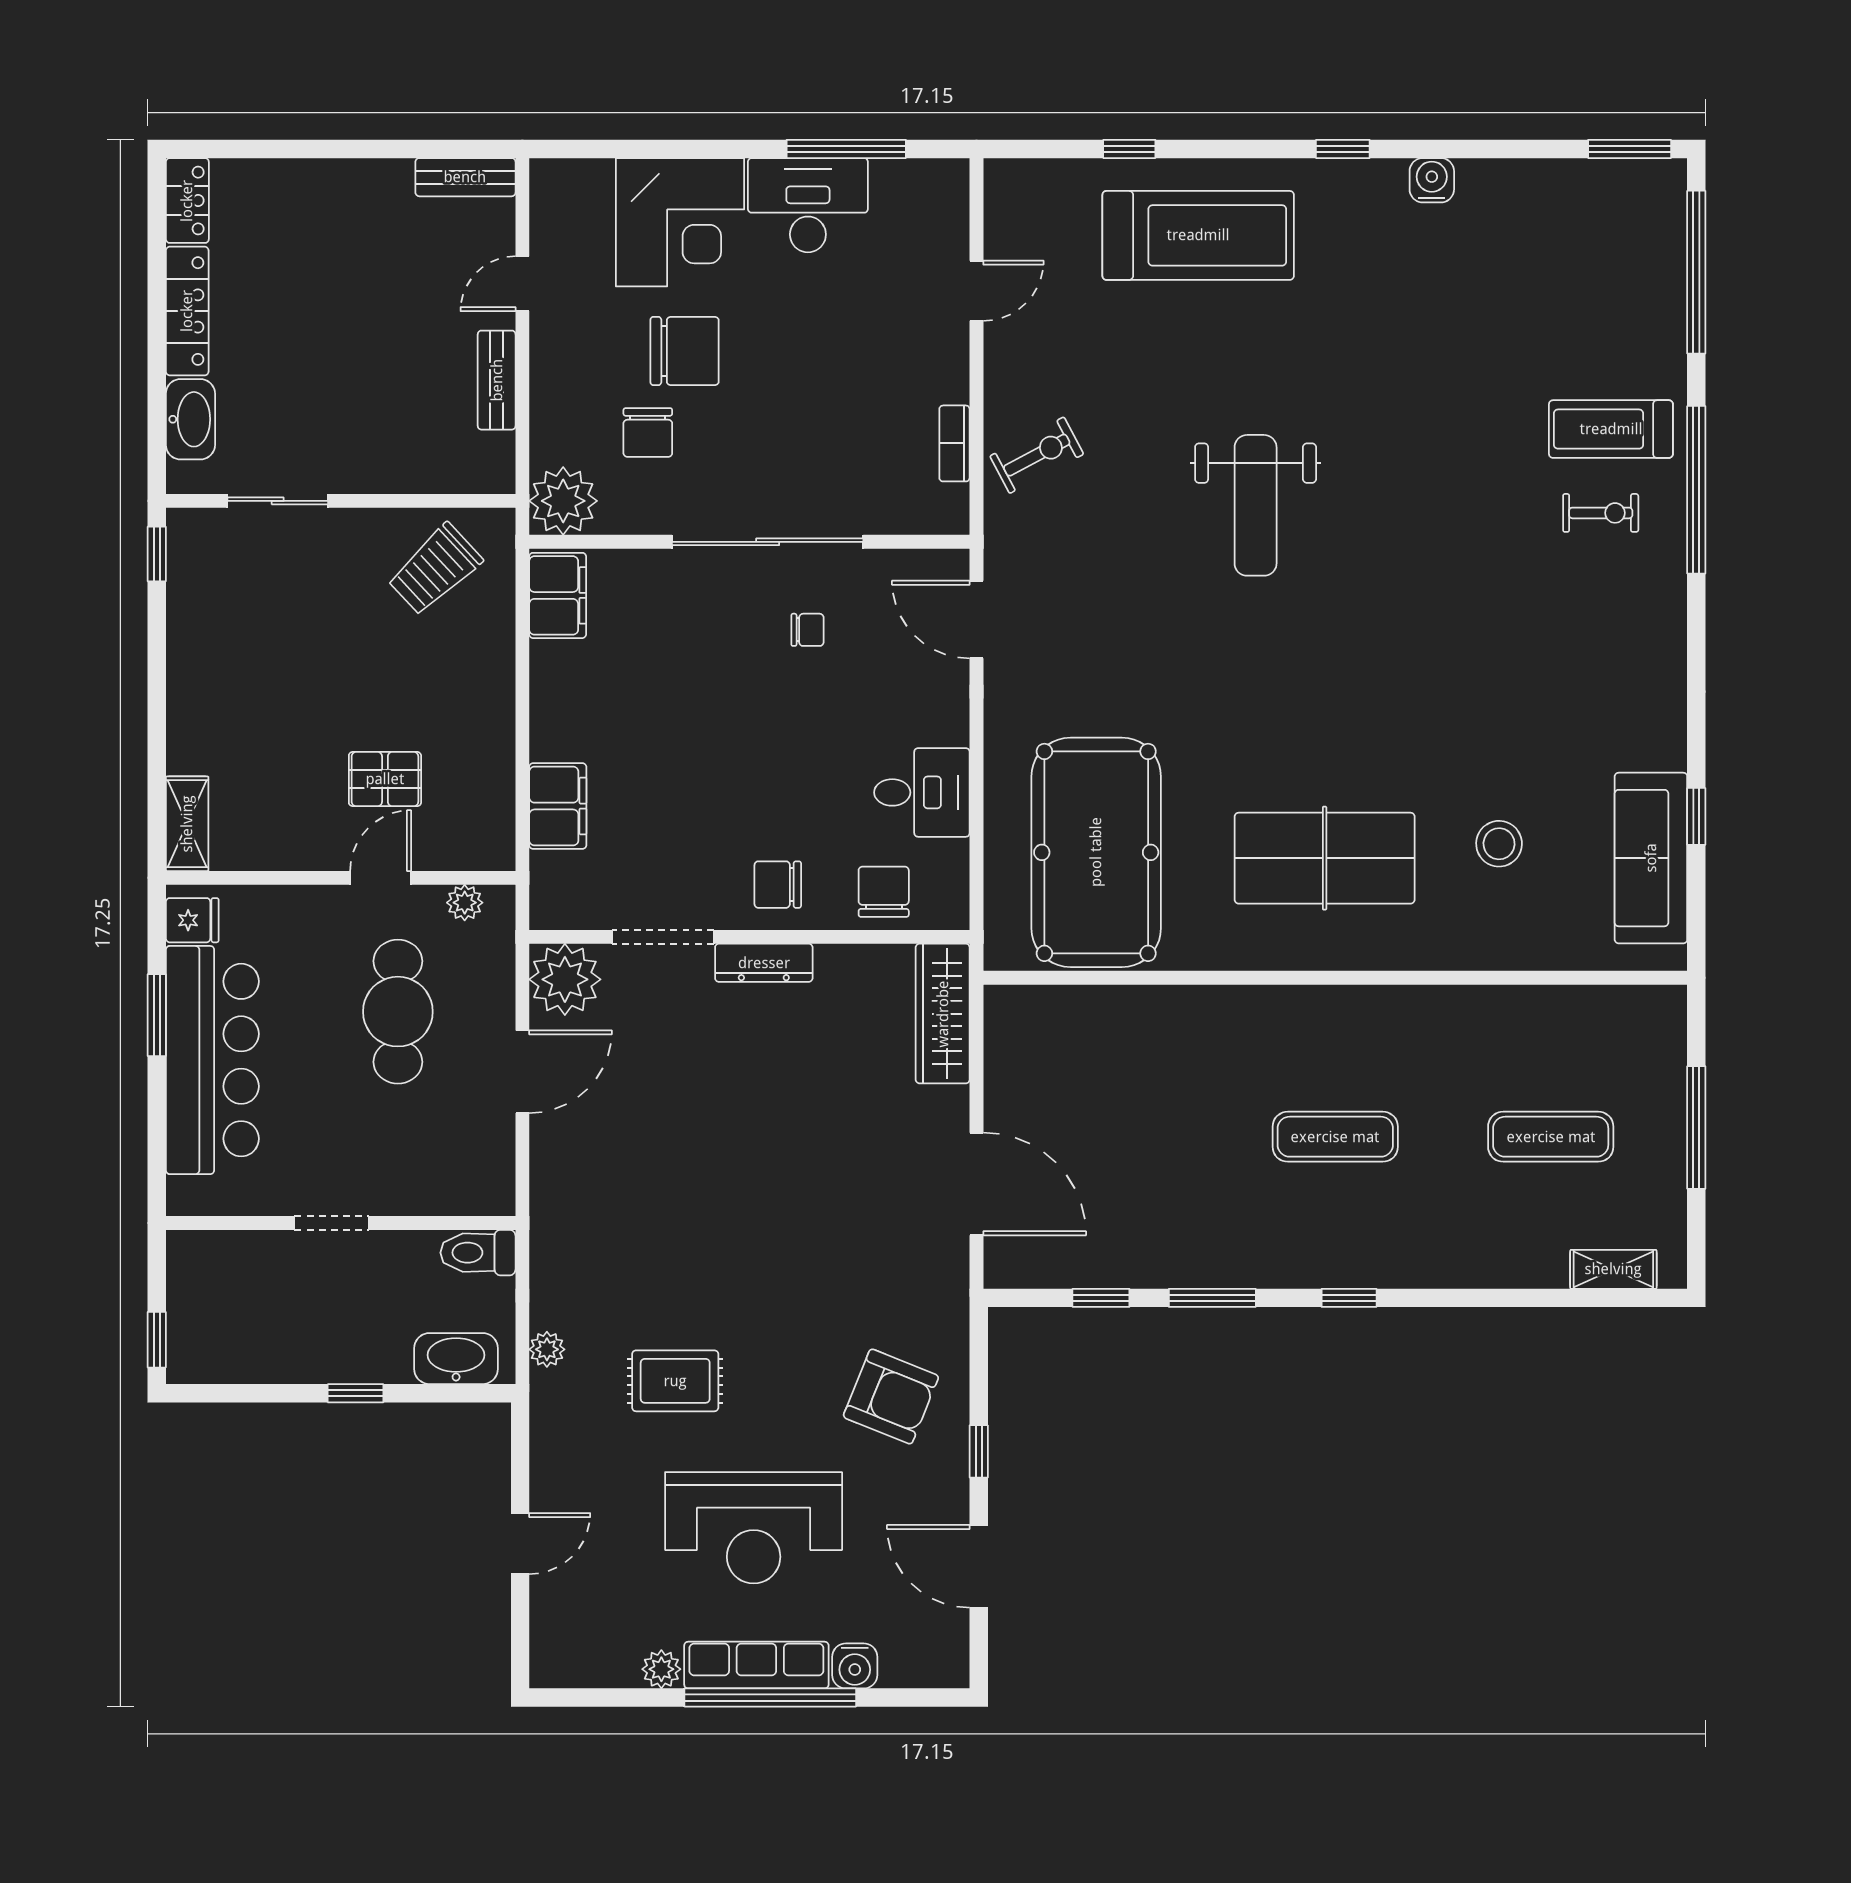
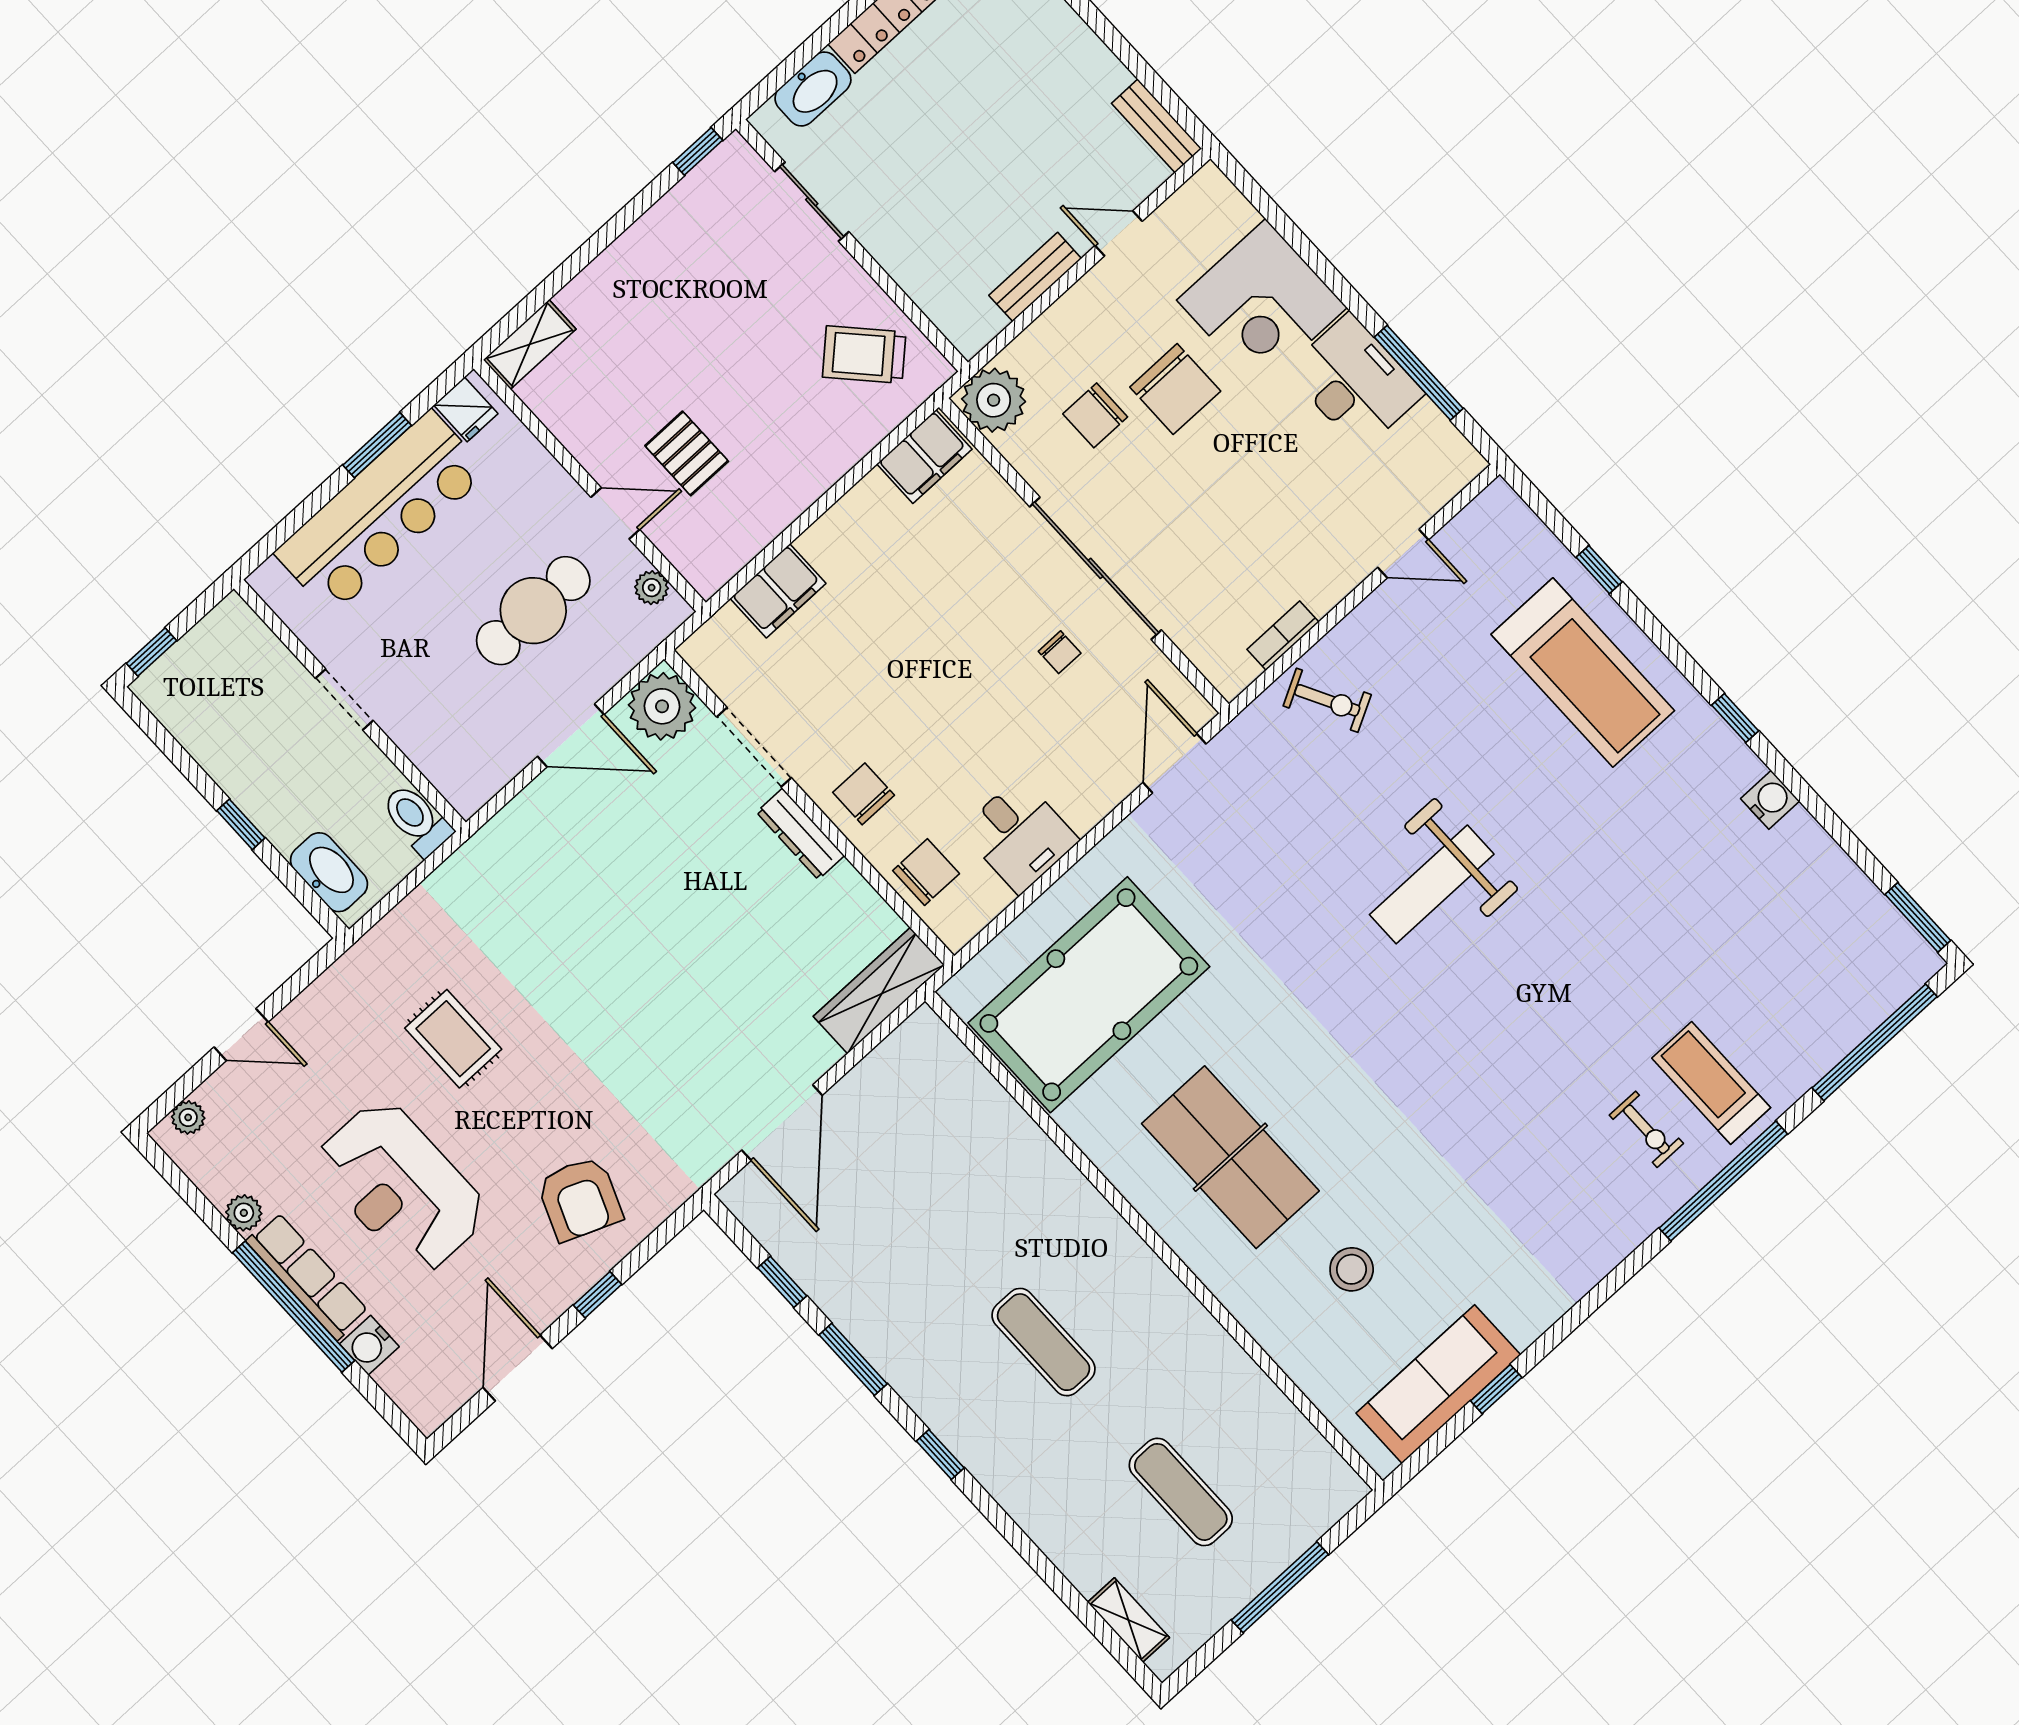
plant: (547, 1349) -> (188, 1117), moved

